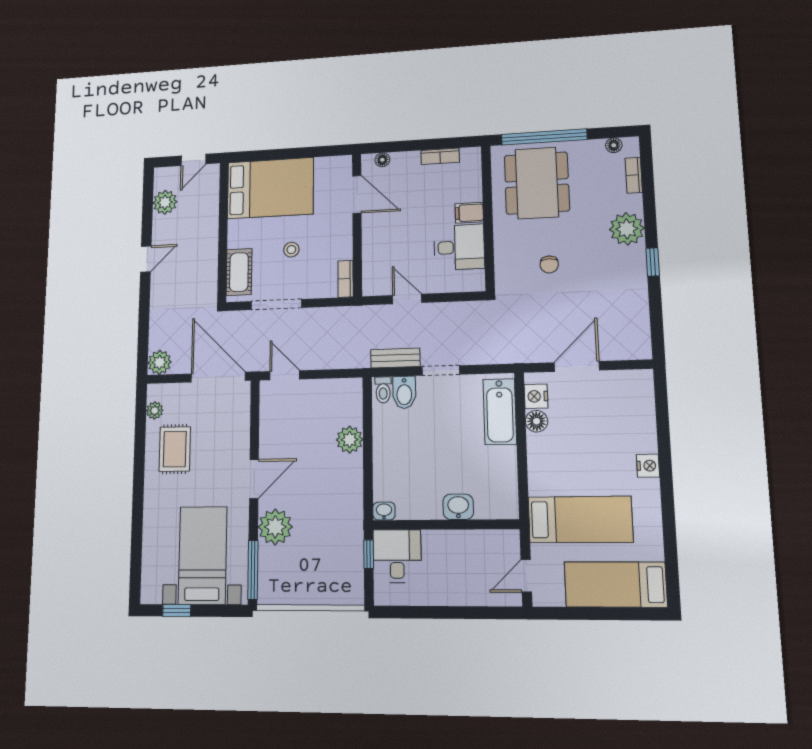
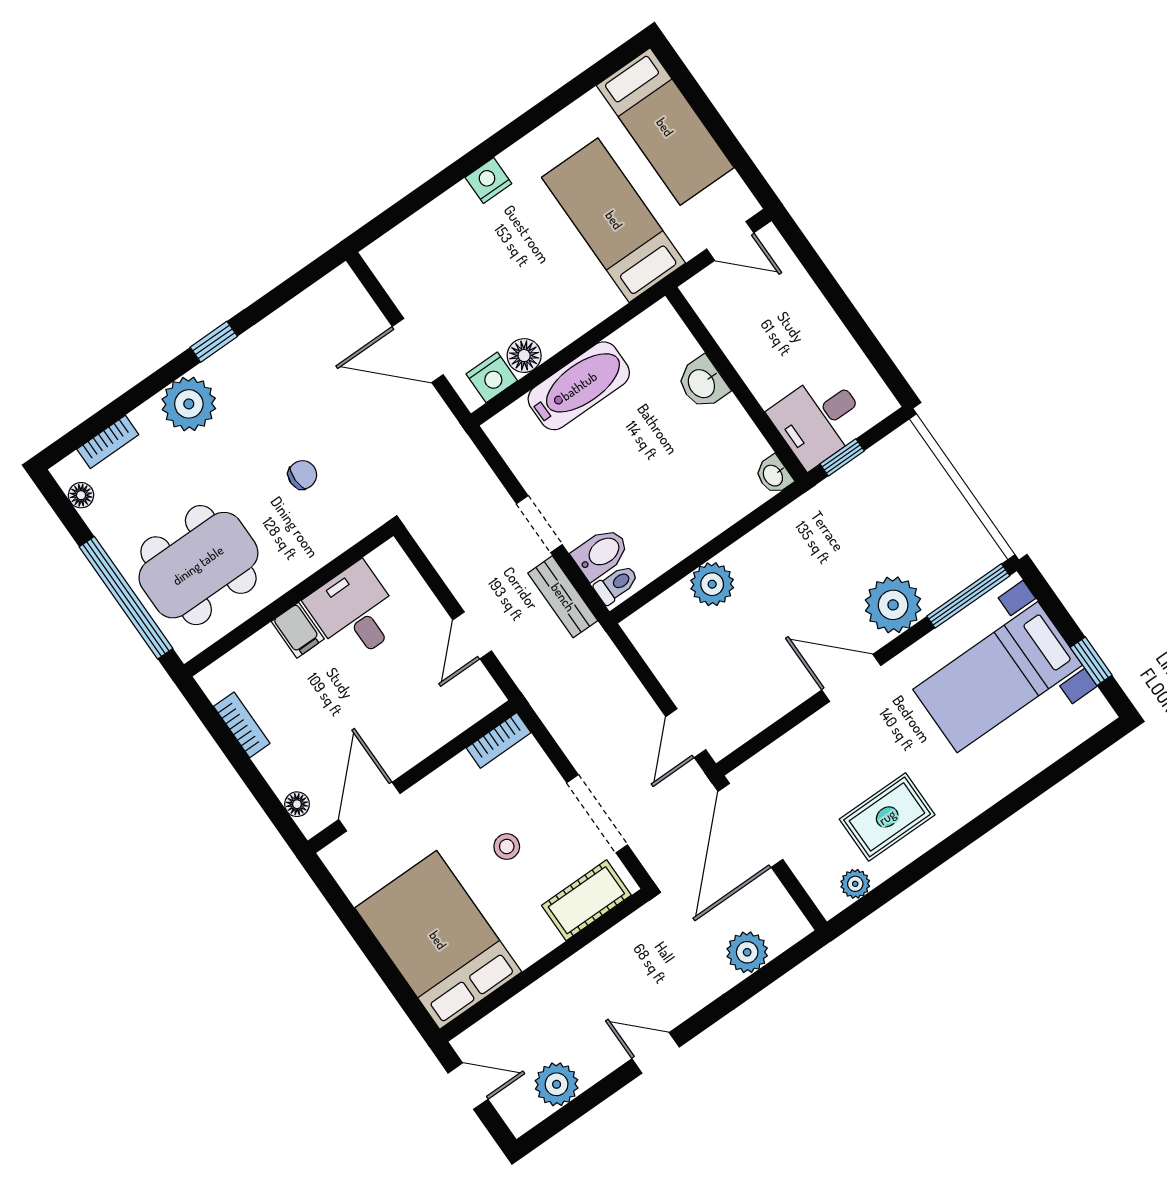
plant: (160, 362) -> (747, 952), moved
bathtub: (500, 412) -> (579, 386), moved

